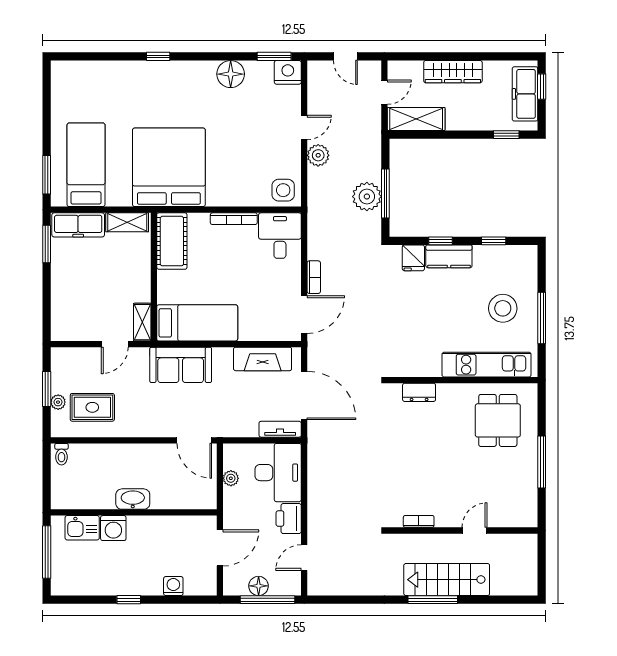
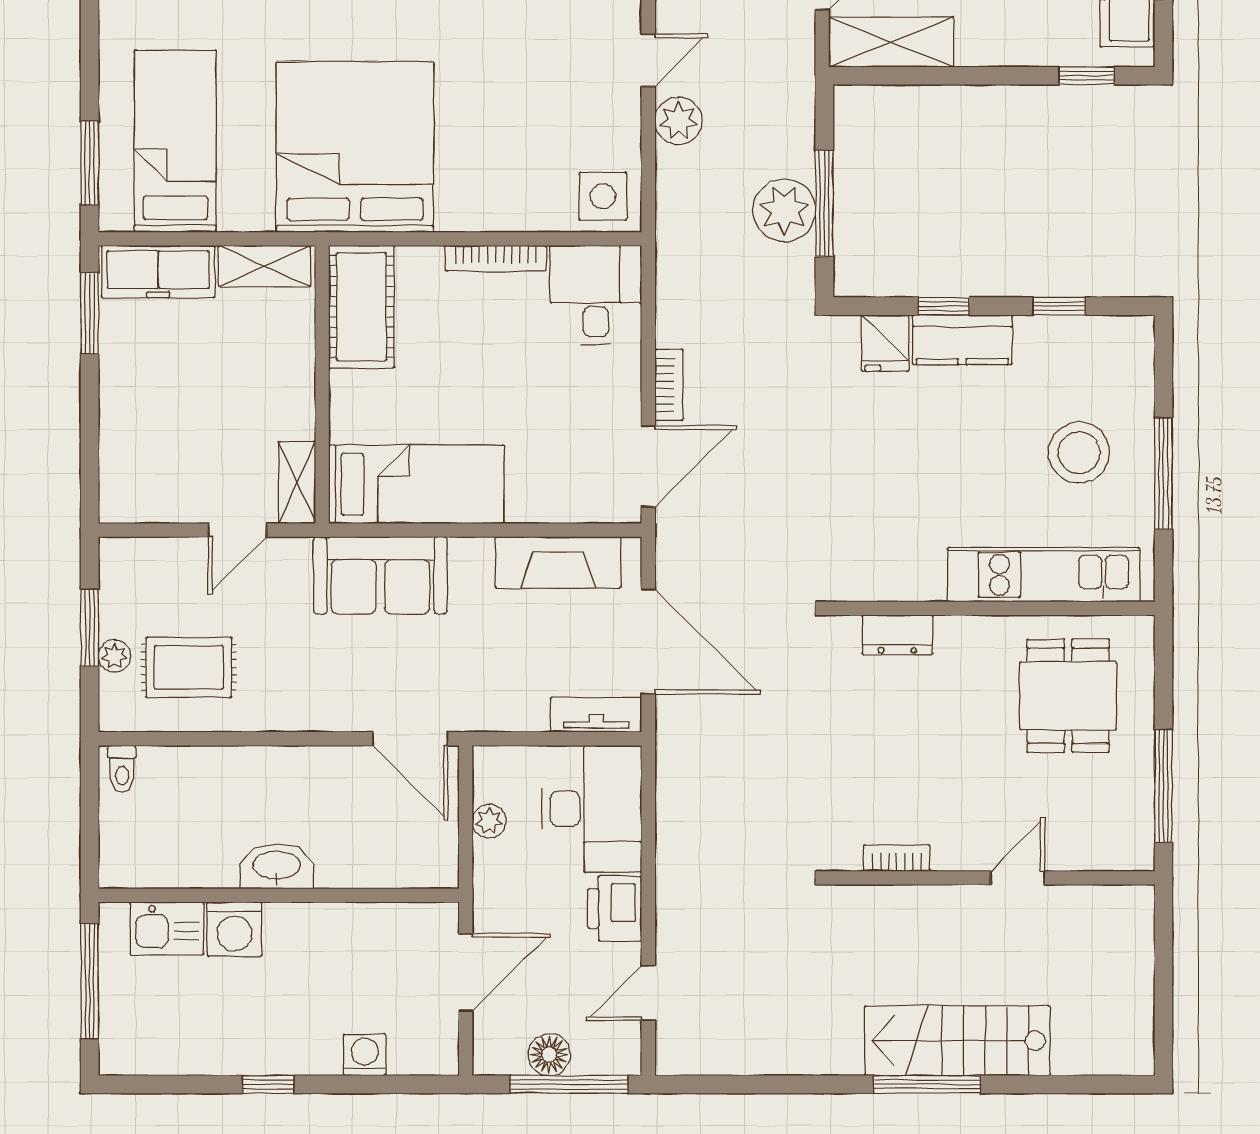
bookcase: (419, 521) -> (897, 858), moved
wall: (463, 530) -> (992, 878), moved
door: (474, 530) -> (1018, 878), moved

